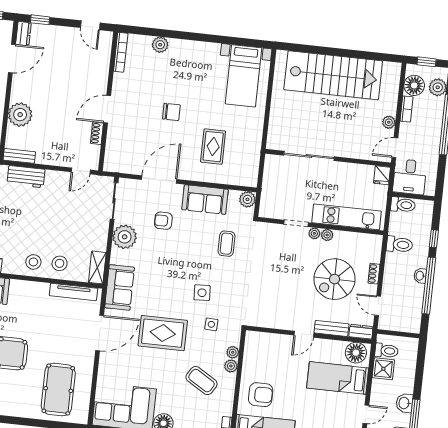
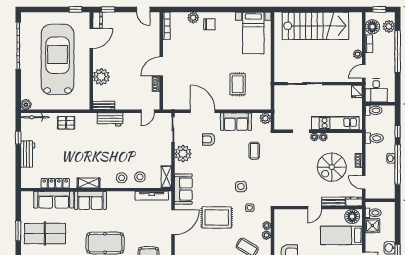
chair: (171, 112) -> (209, 24), moved
door: (159, 179) -> (203, 111), hinge flipped

